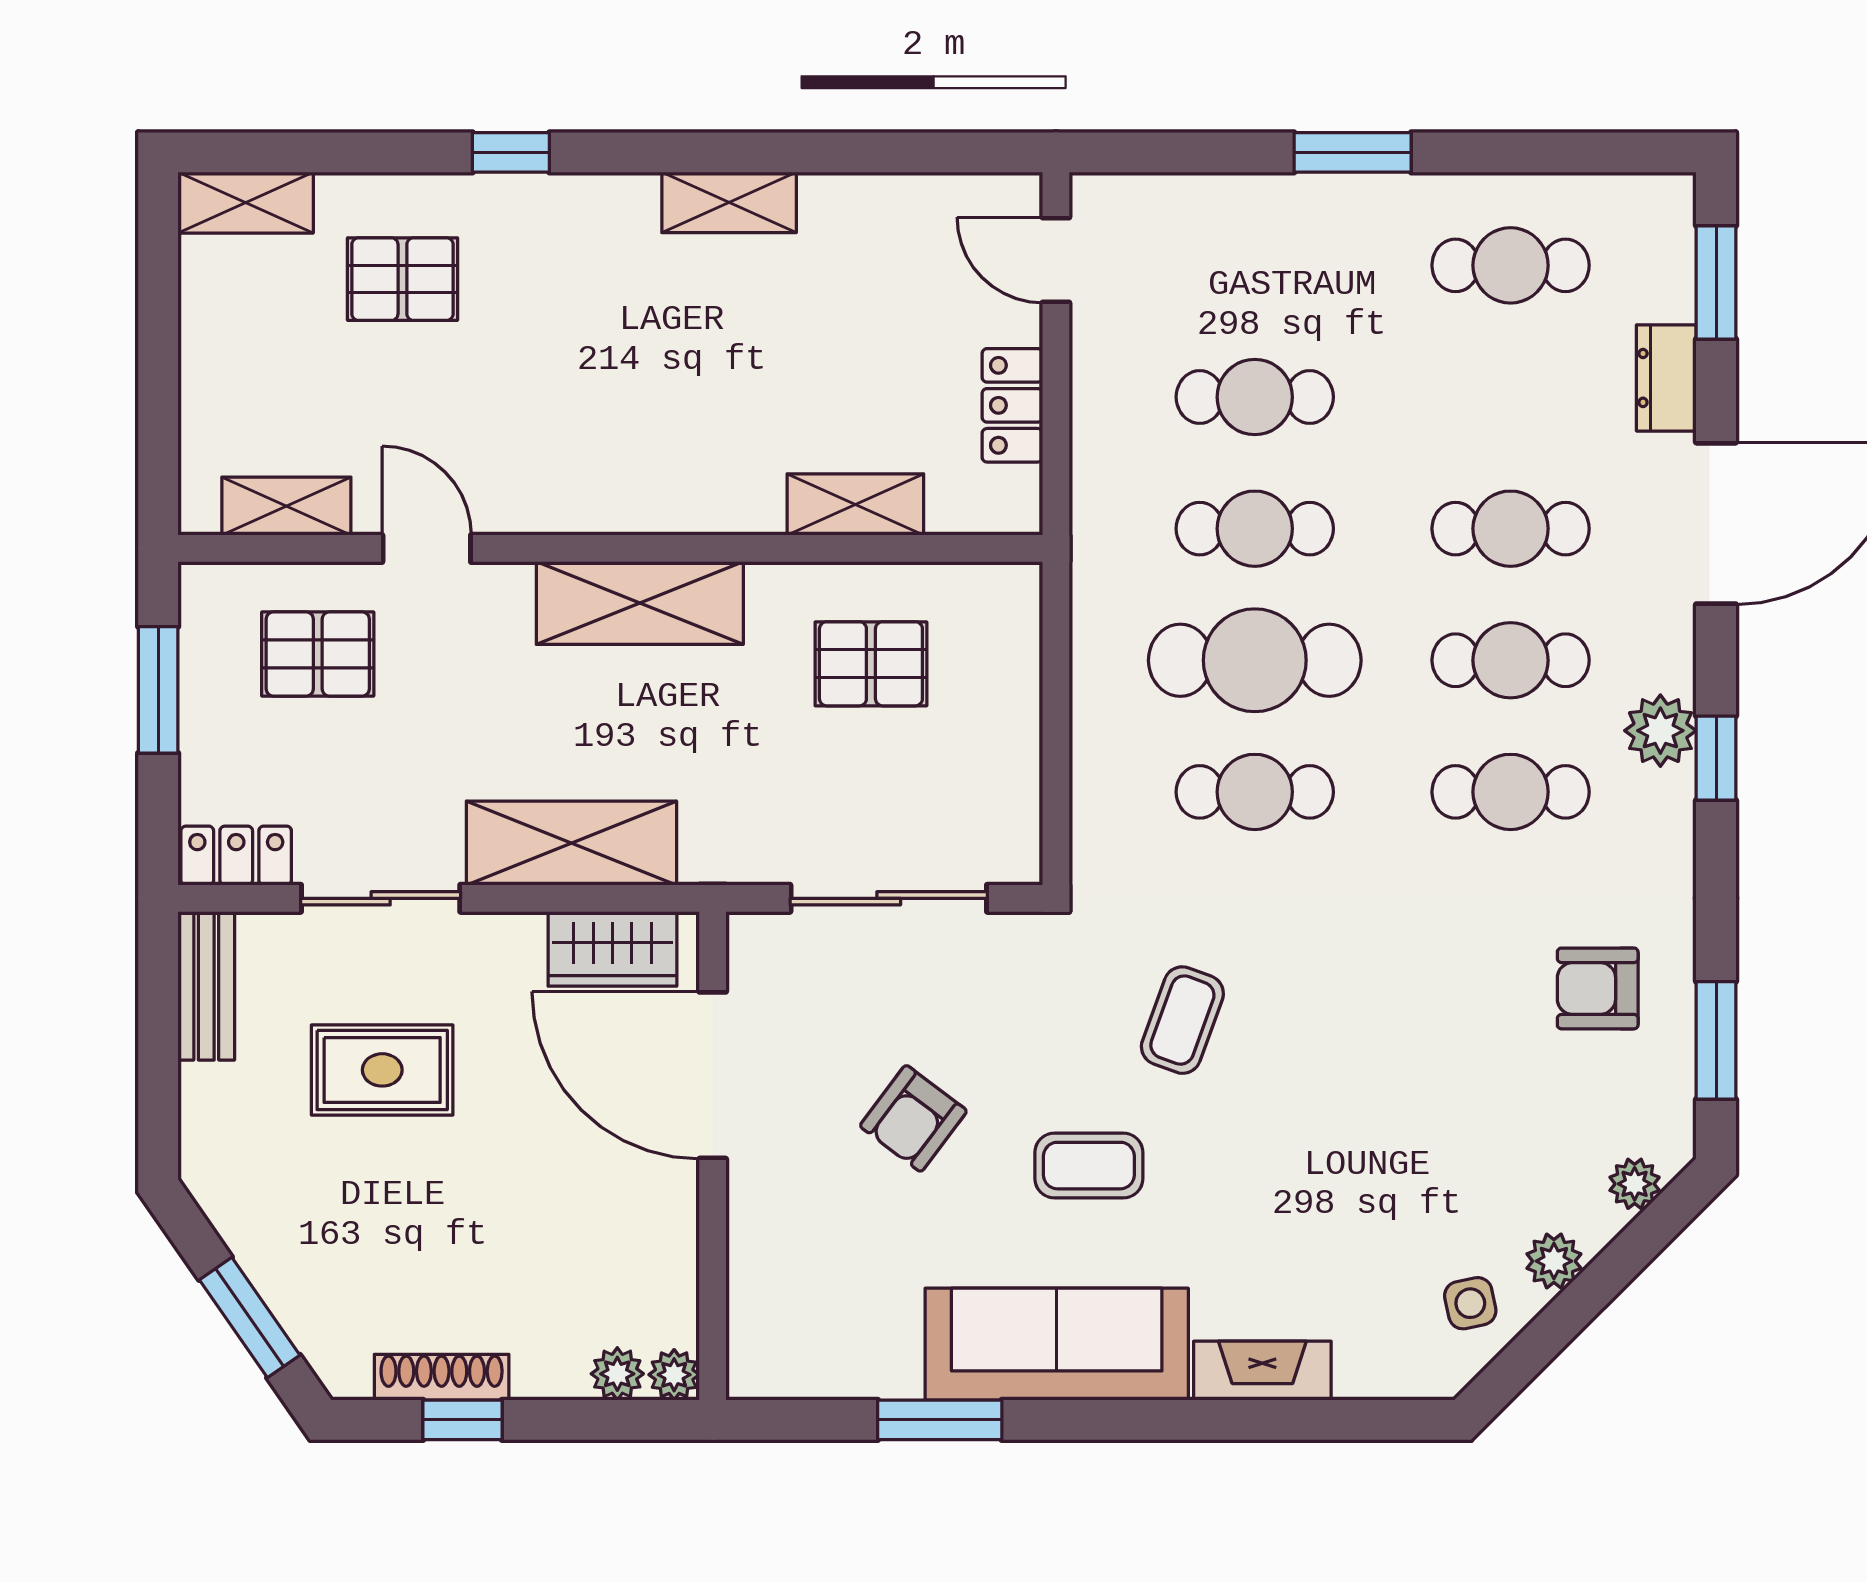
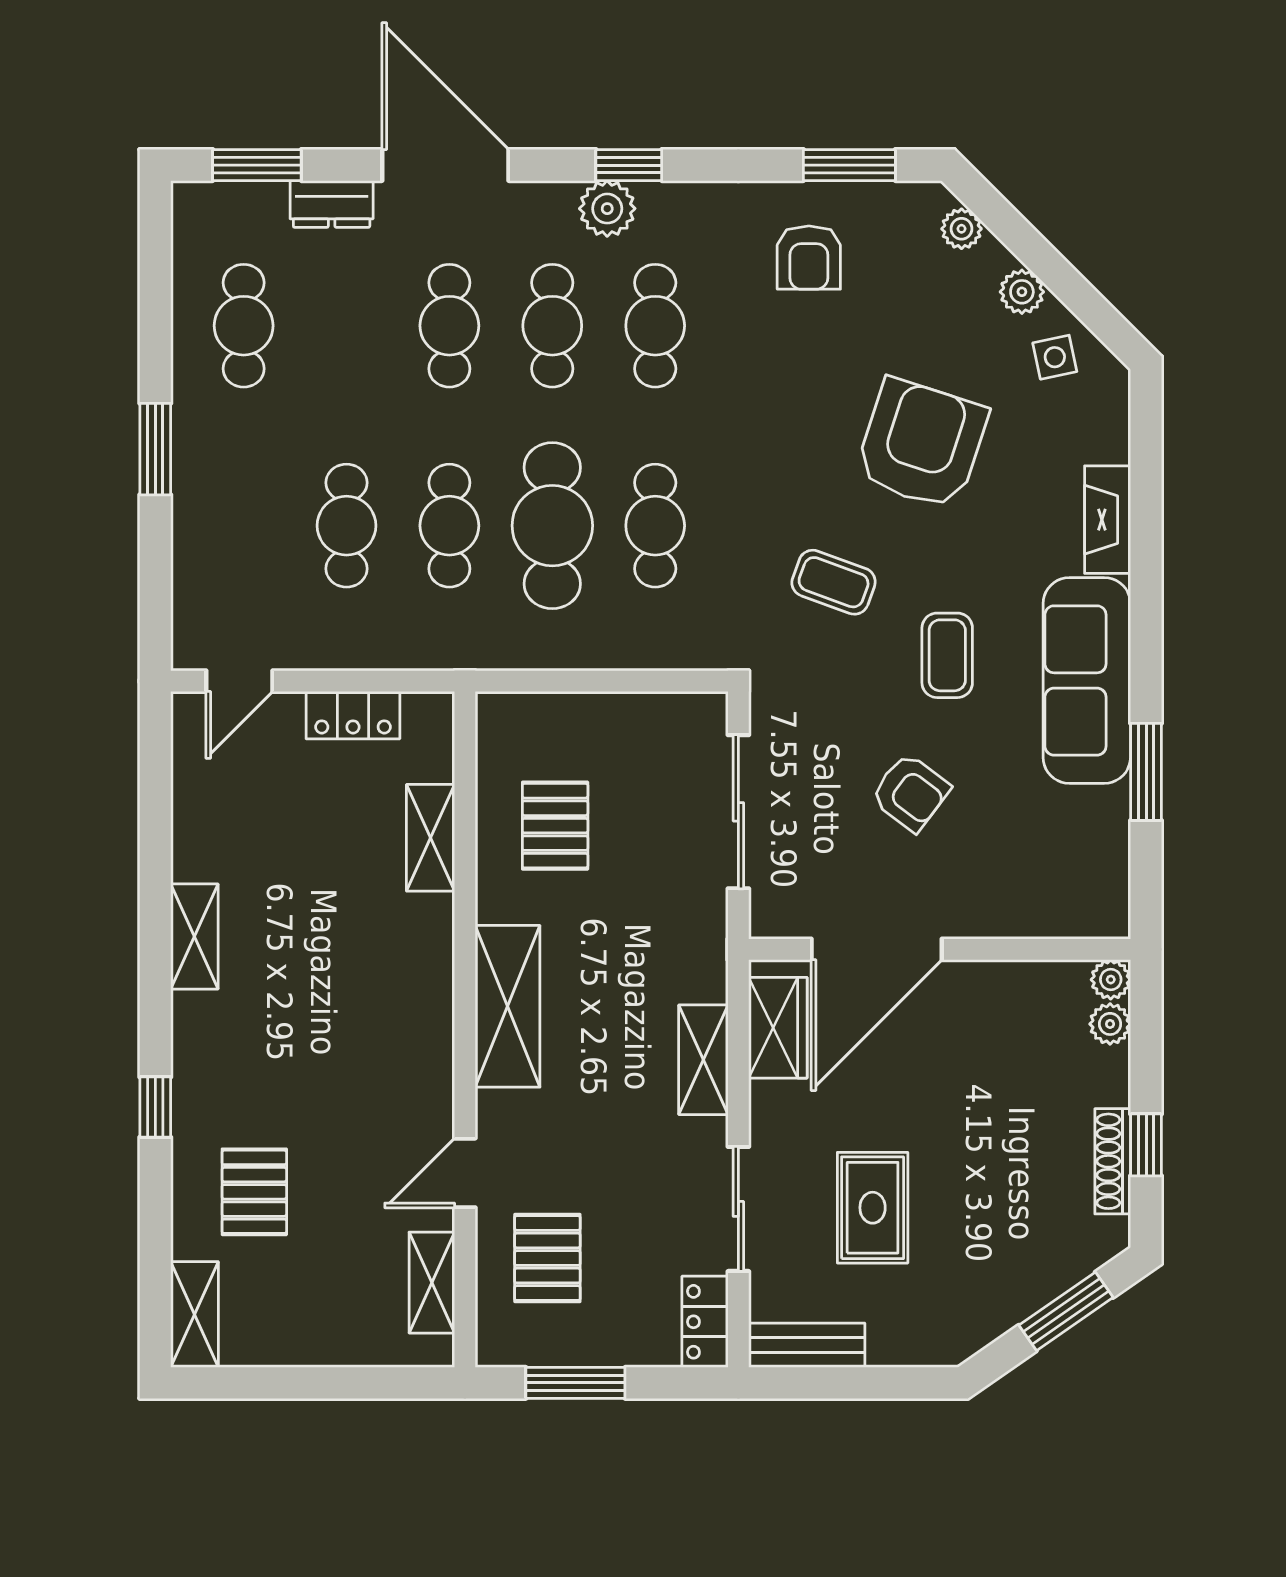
shelving: (571, 843) -> (703, 1060), width x0.67, depth x0.75
armchair: (1359, 1132) -> (921, 444), added

